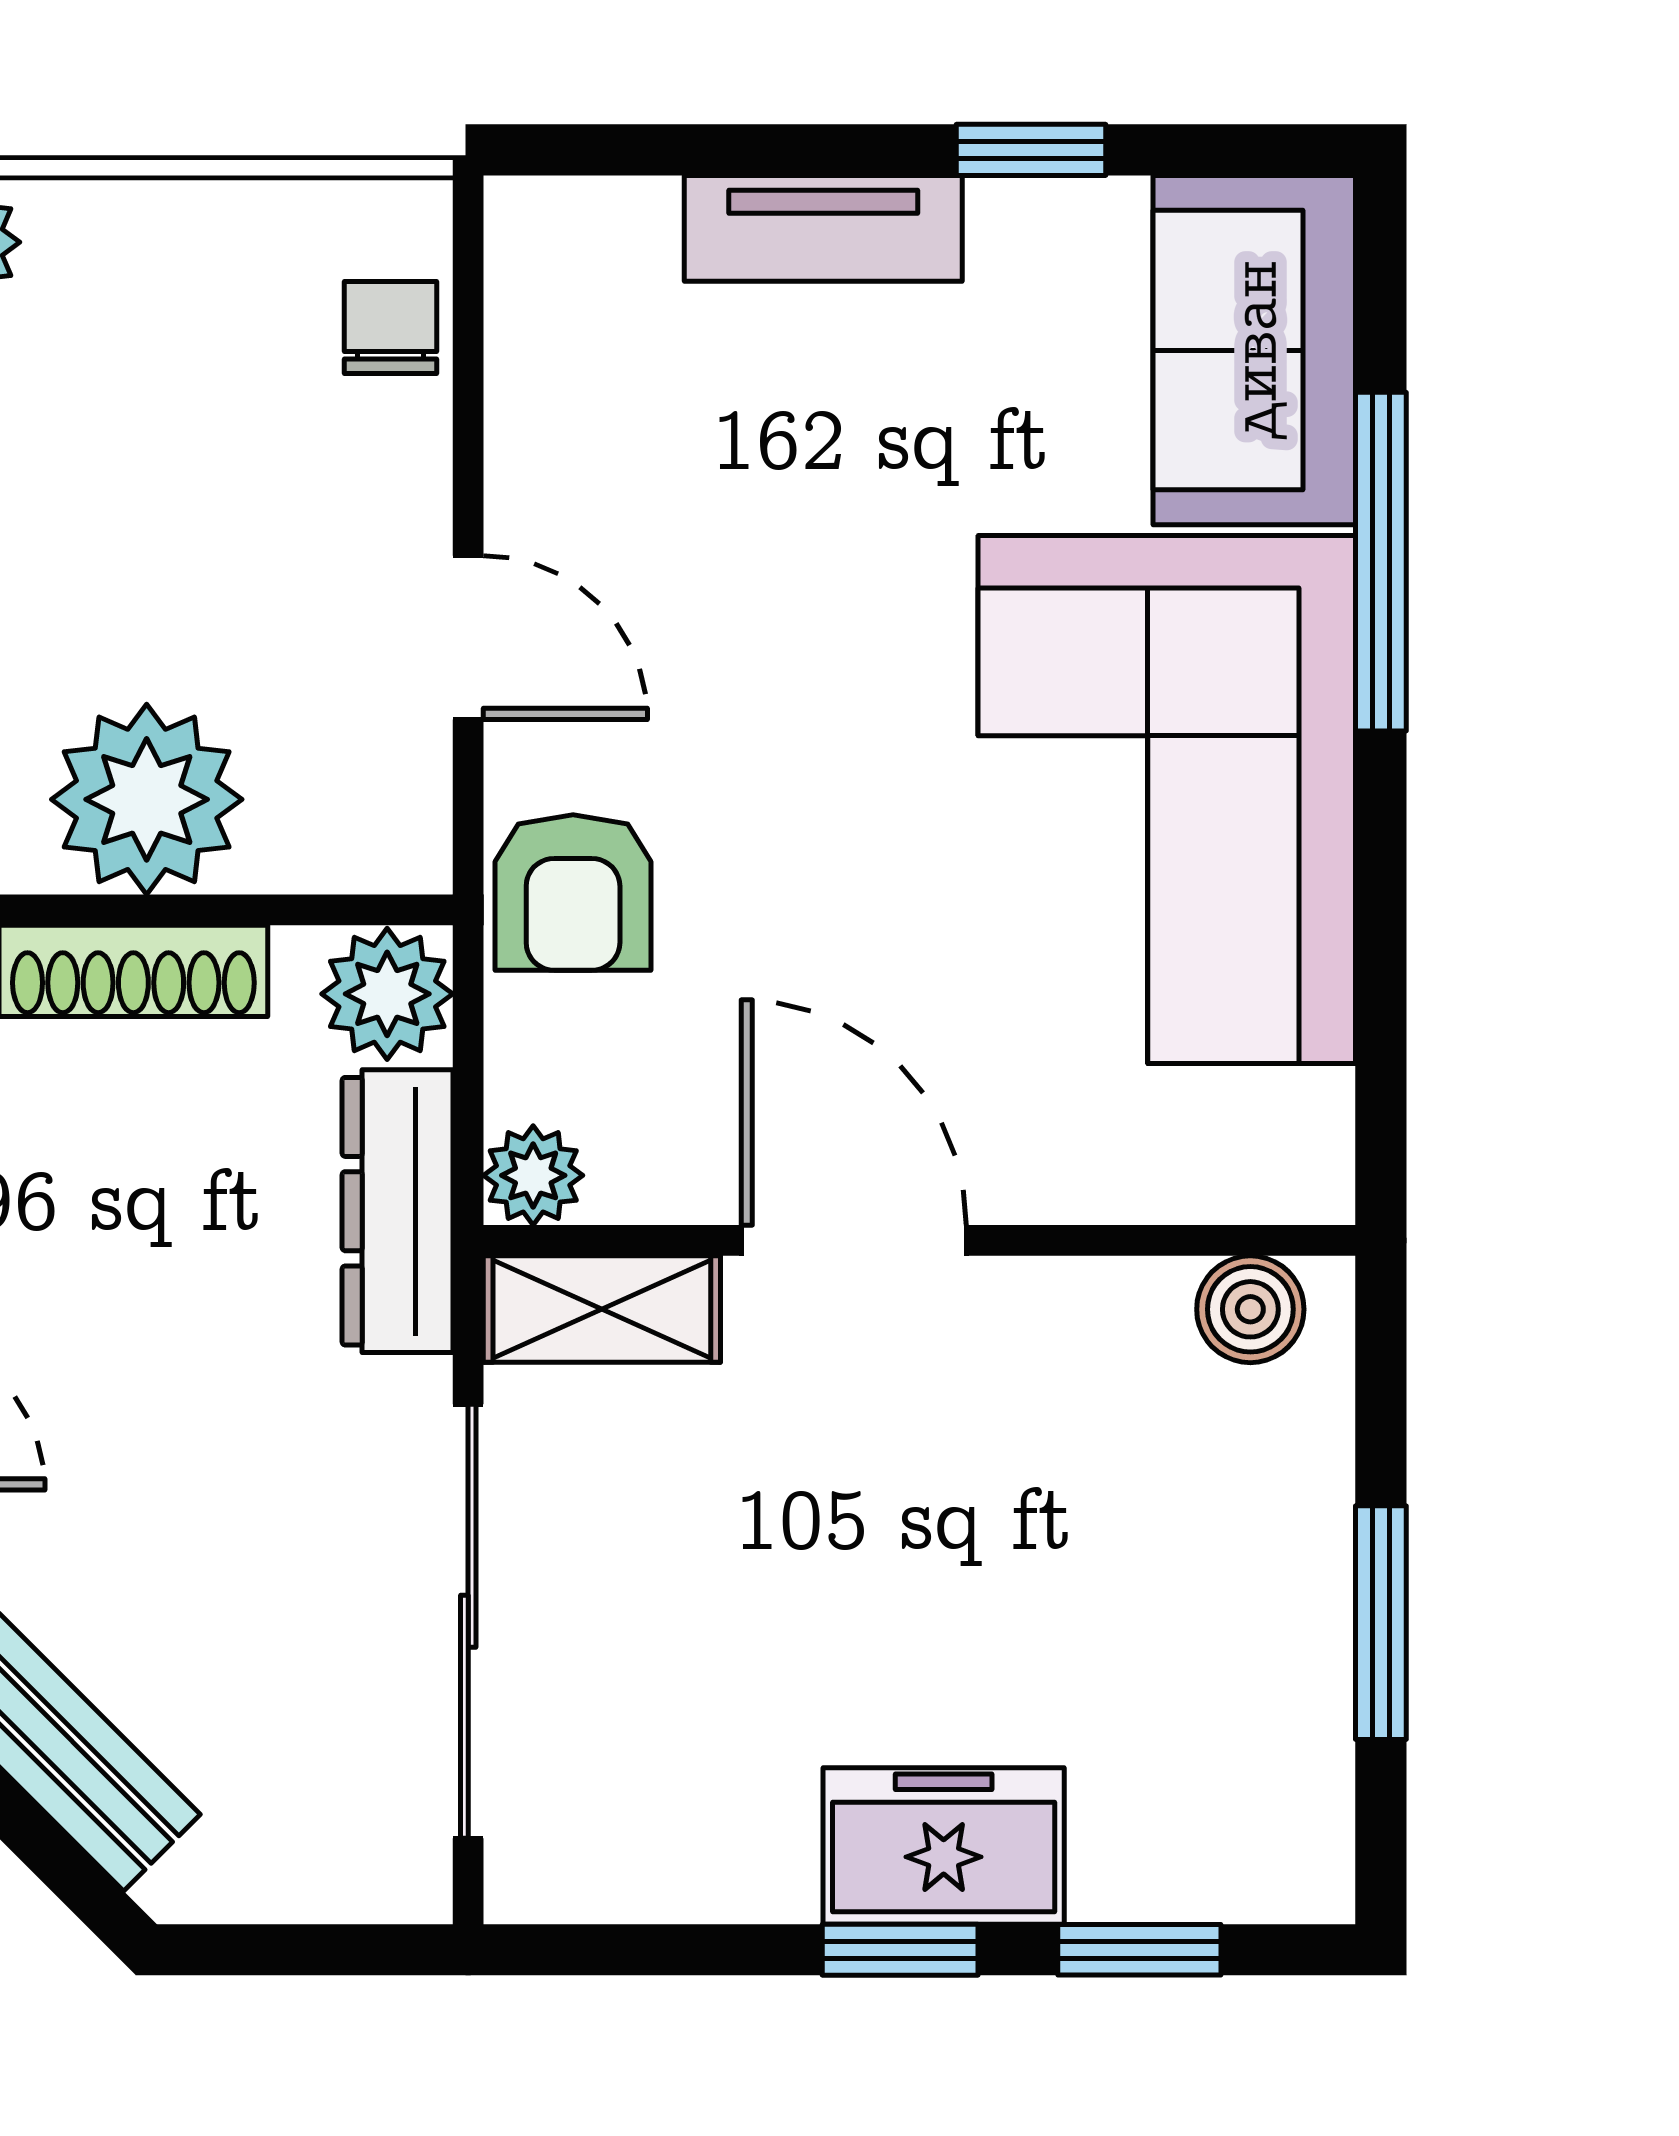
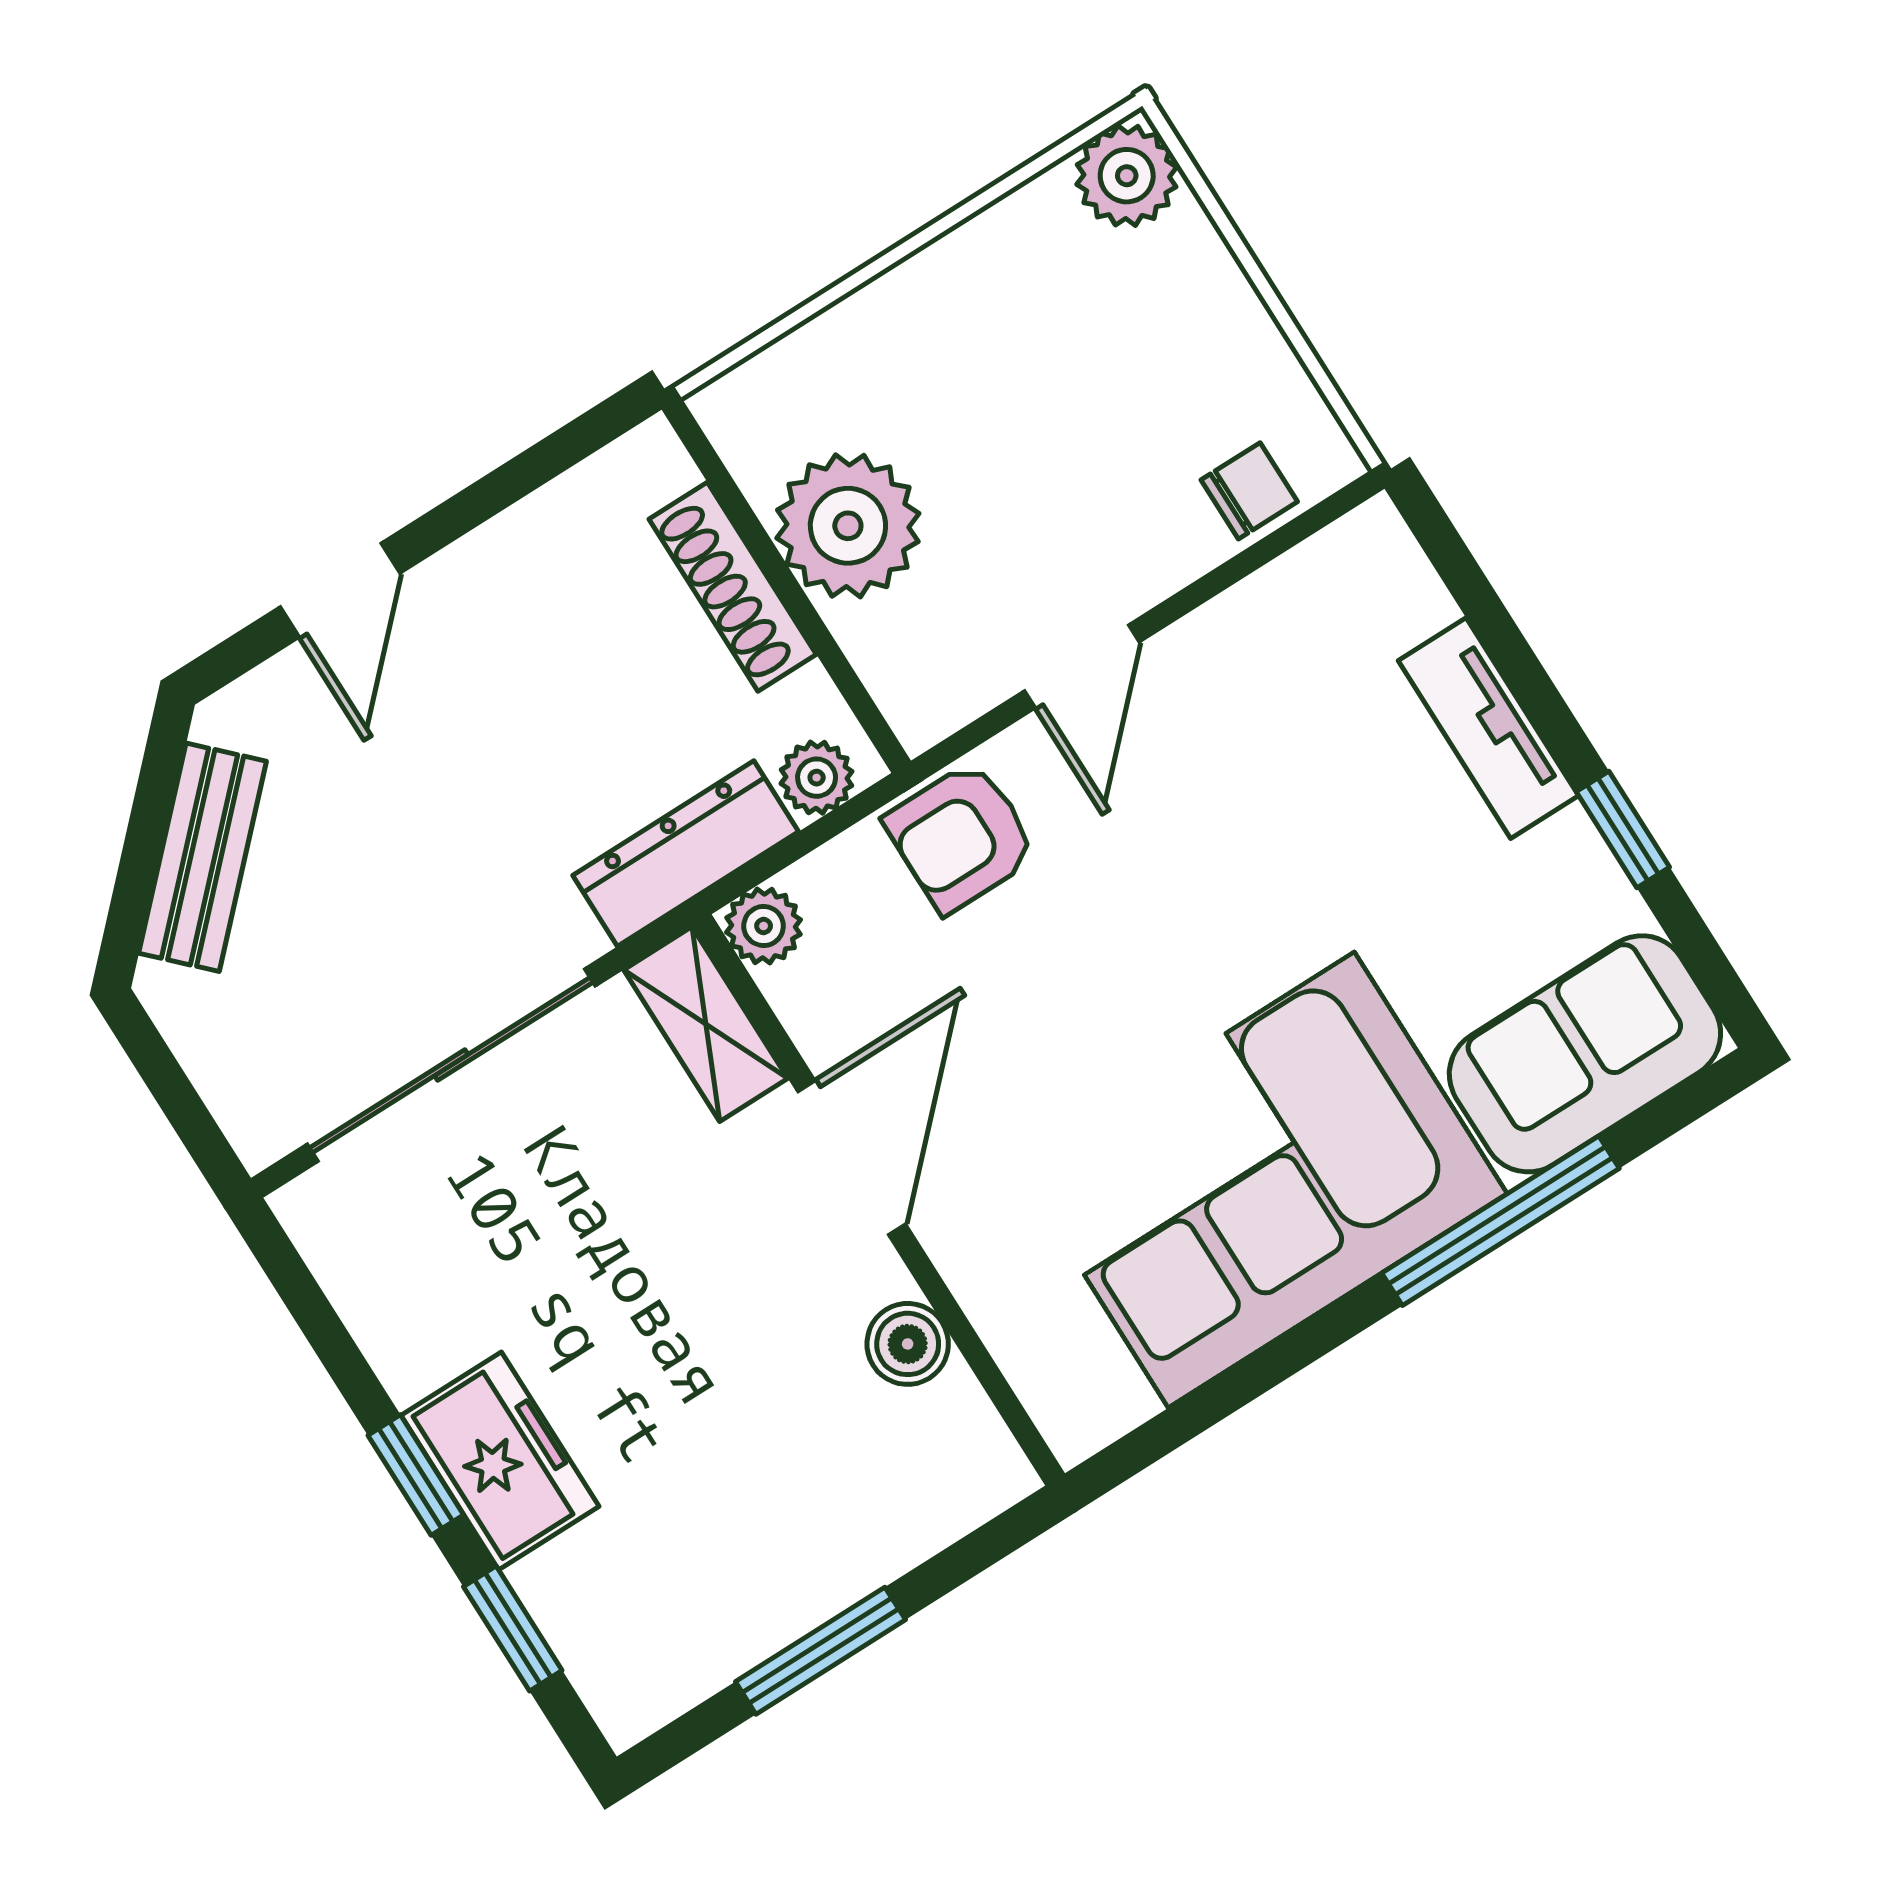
plant: (387, 994) -> (817, 778), width x0.73, depth x0.73
boiler: (1250, 1309) -> (908, 1344), moved

